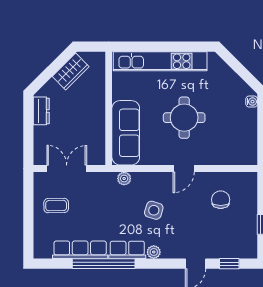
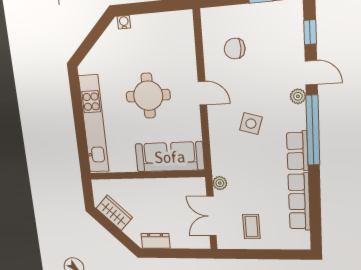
plant: (124, 179) -> (220, 183), moved
plant: (154, 252) -> (298, 96), moved
window: (104, 264) -> (313, 130), moved

